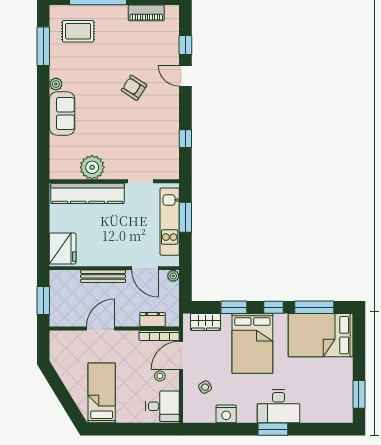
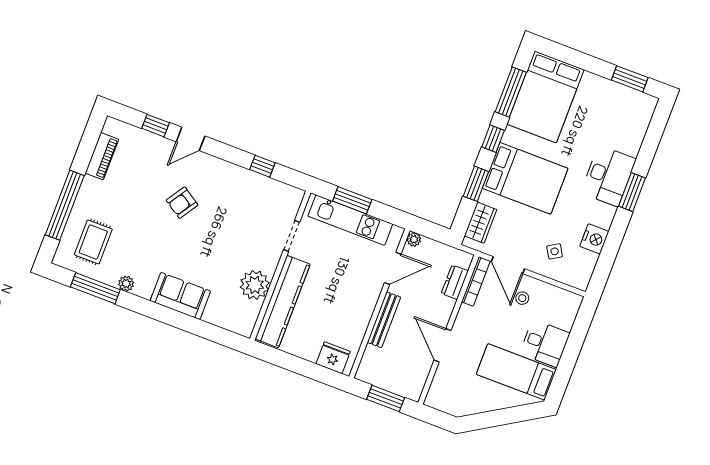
plant: (56, 84) -> (126, 283), moved
fridge: (63, 248) -> (333, 358), width x0.73, depth x0.75
desk: (163, 406) -> (545, 343), moved, turned 90

